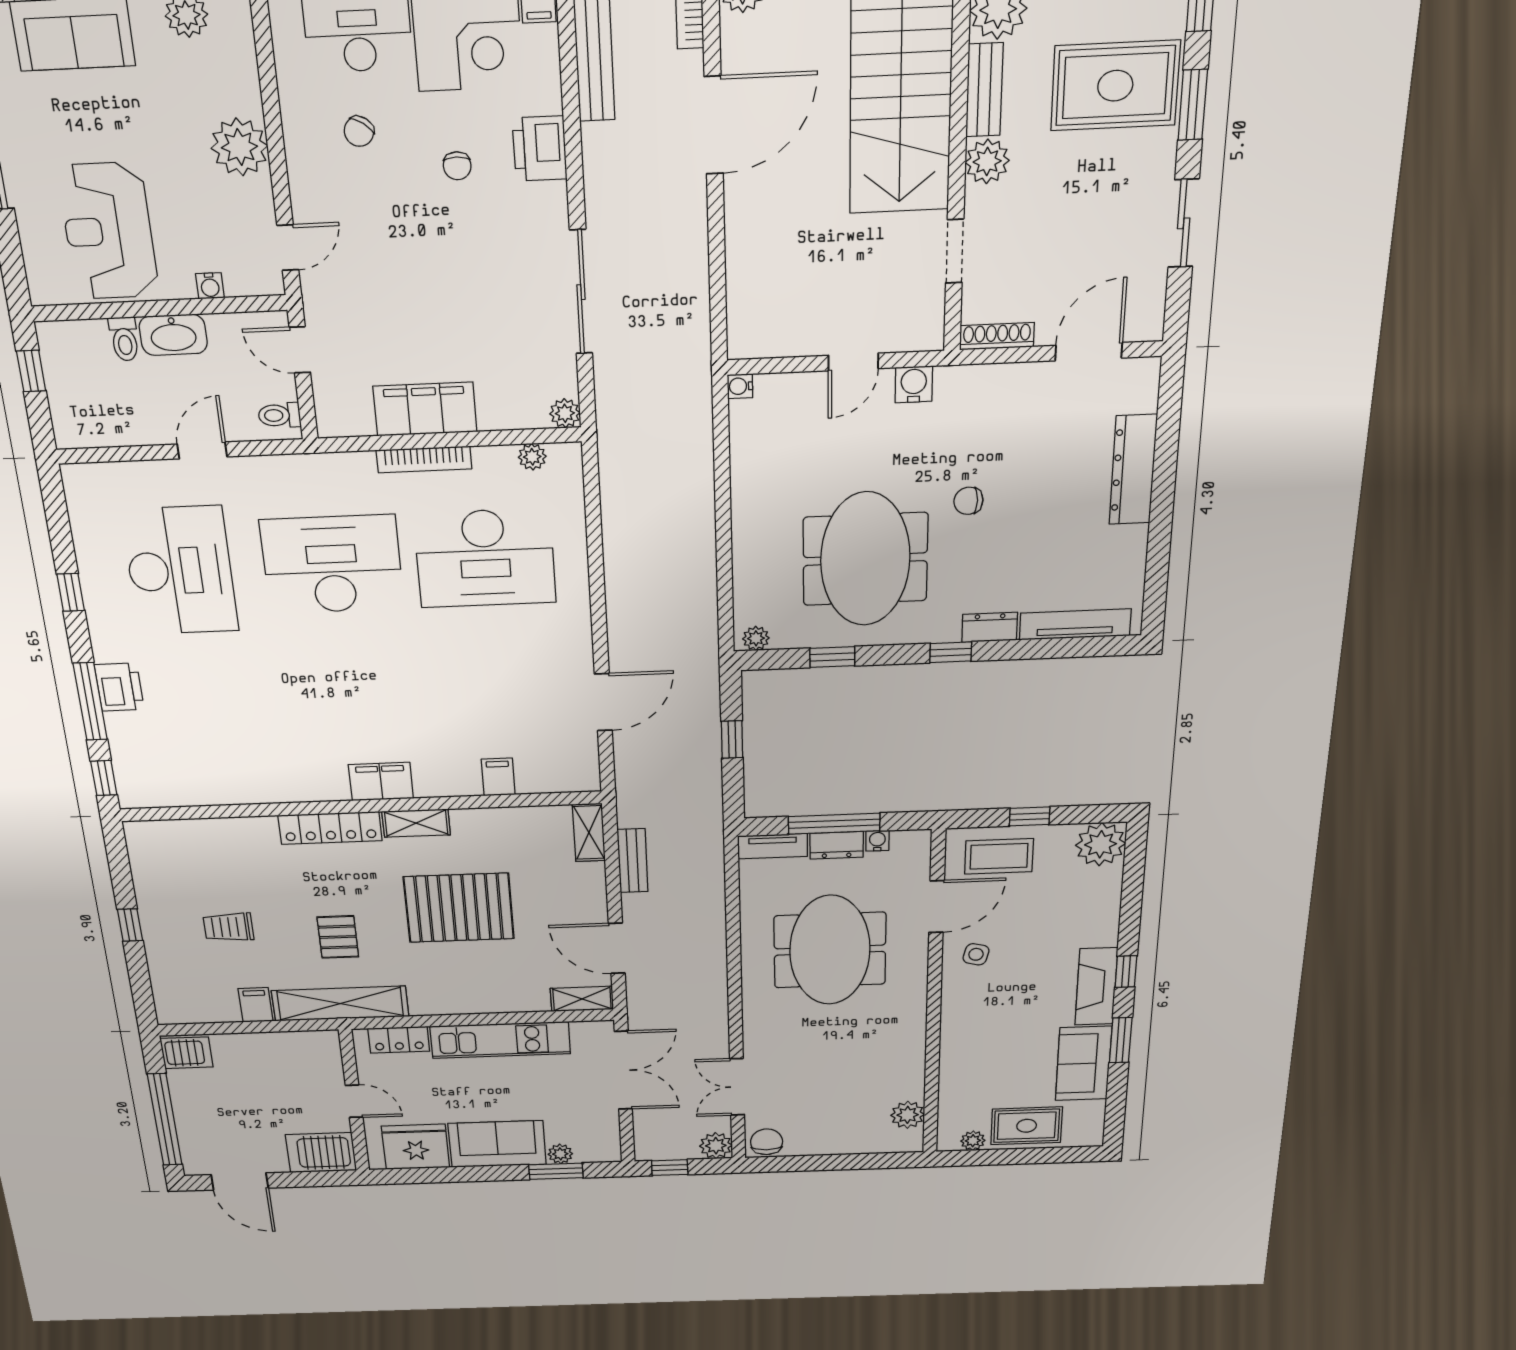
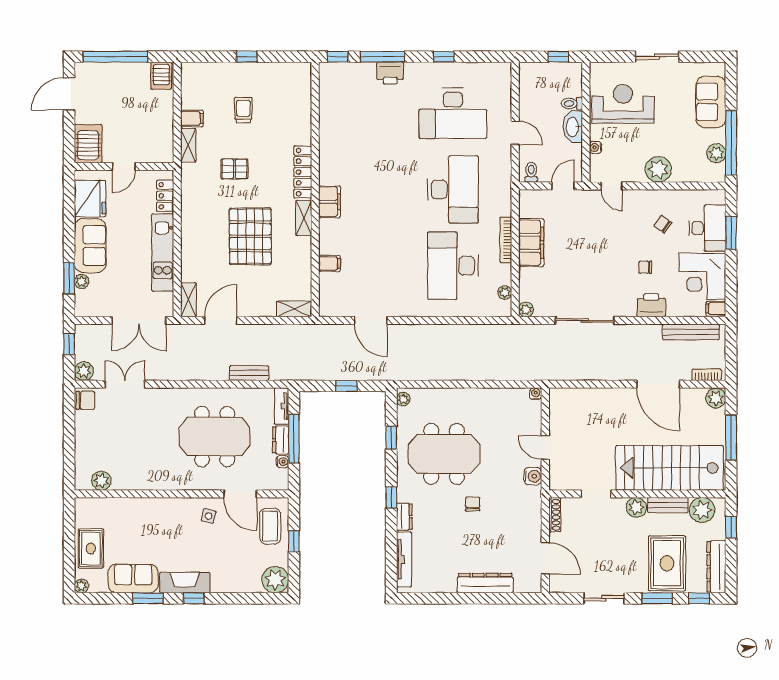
bench: (633, 861) -> (249, 373), moved
shelving: (340, 1004) -> (188, 145), width x0.45, depth x0.75
plant: (973, 1141) -> (81, 586), moved

